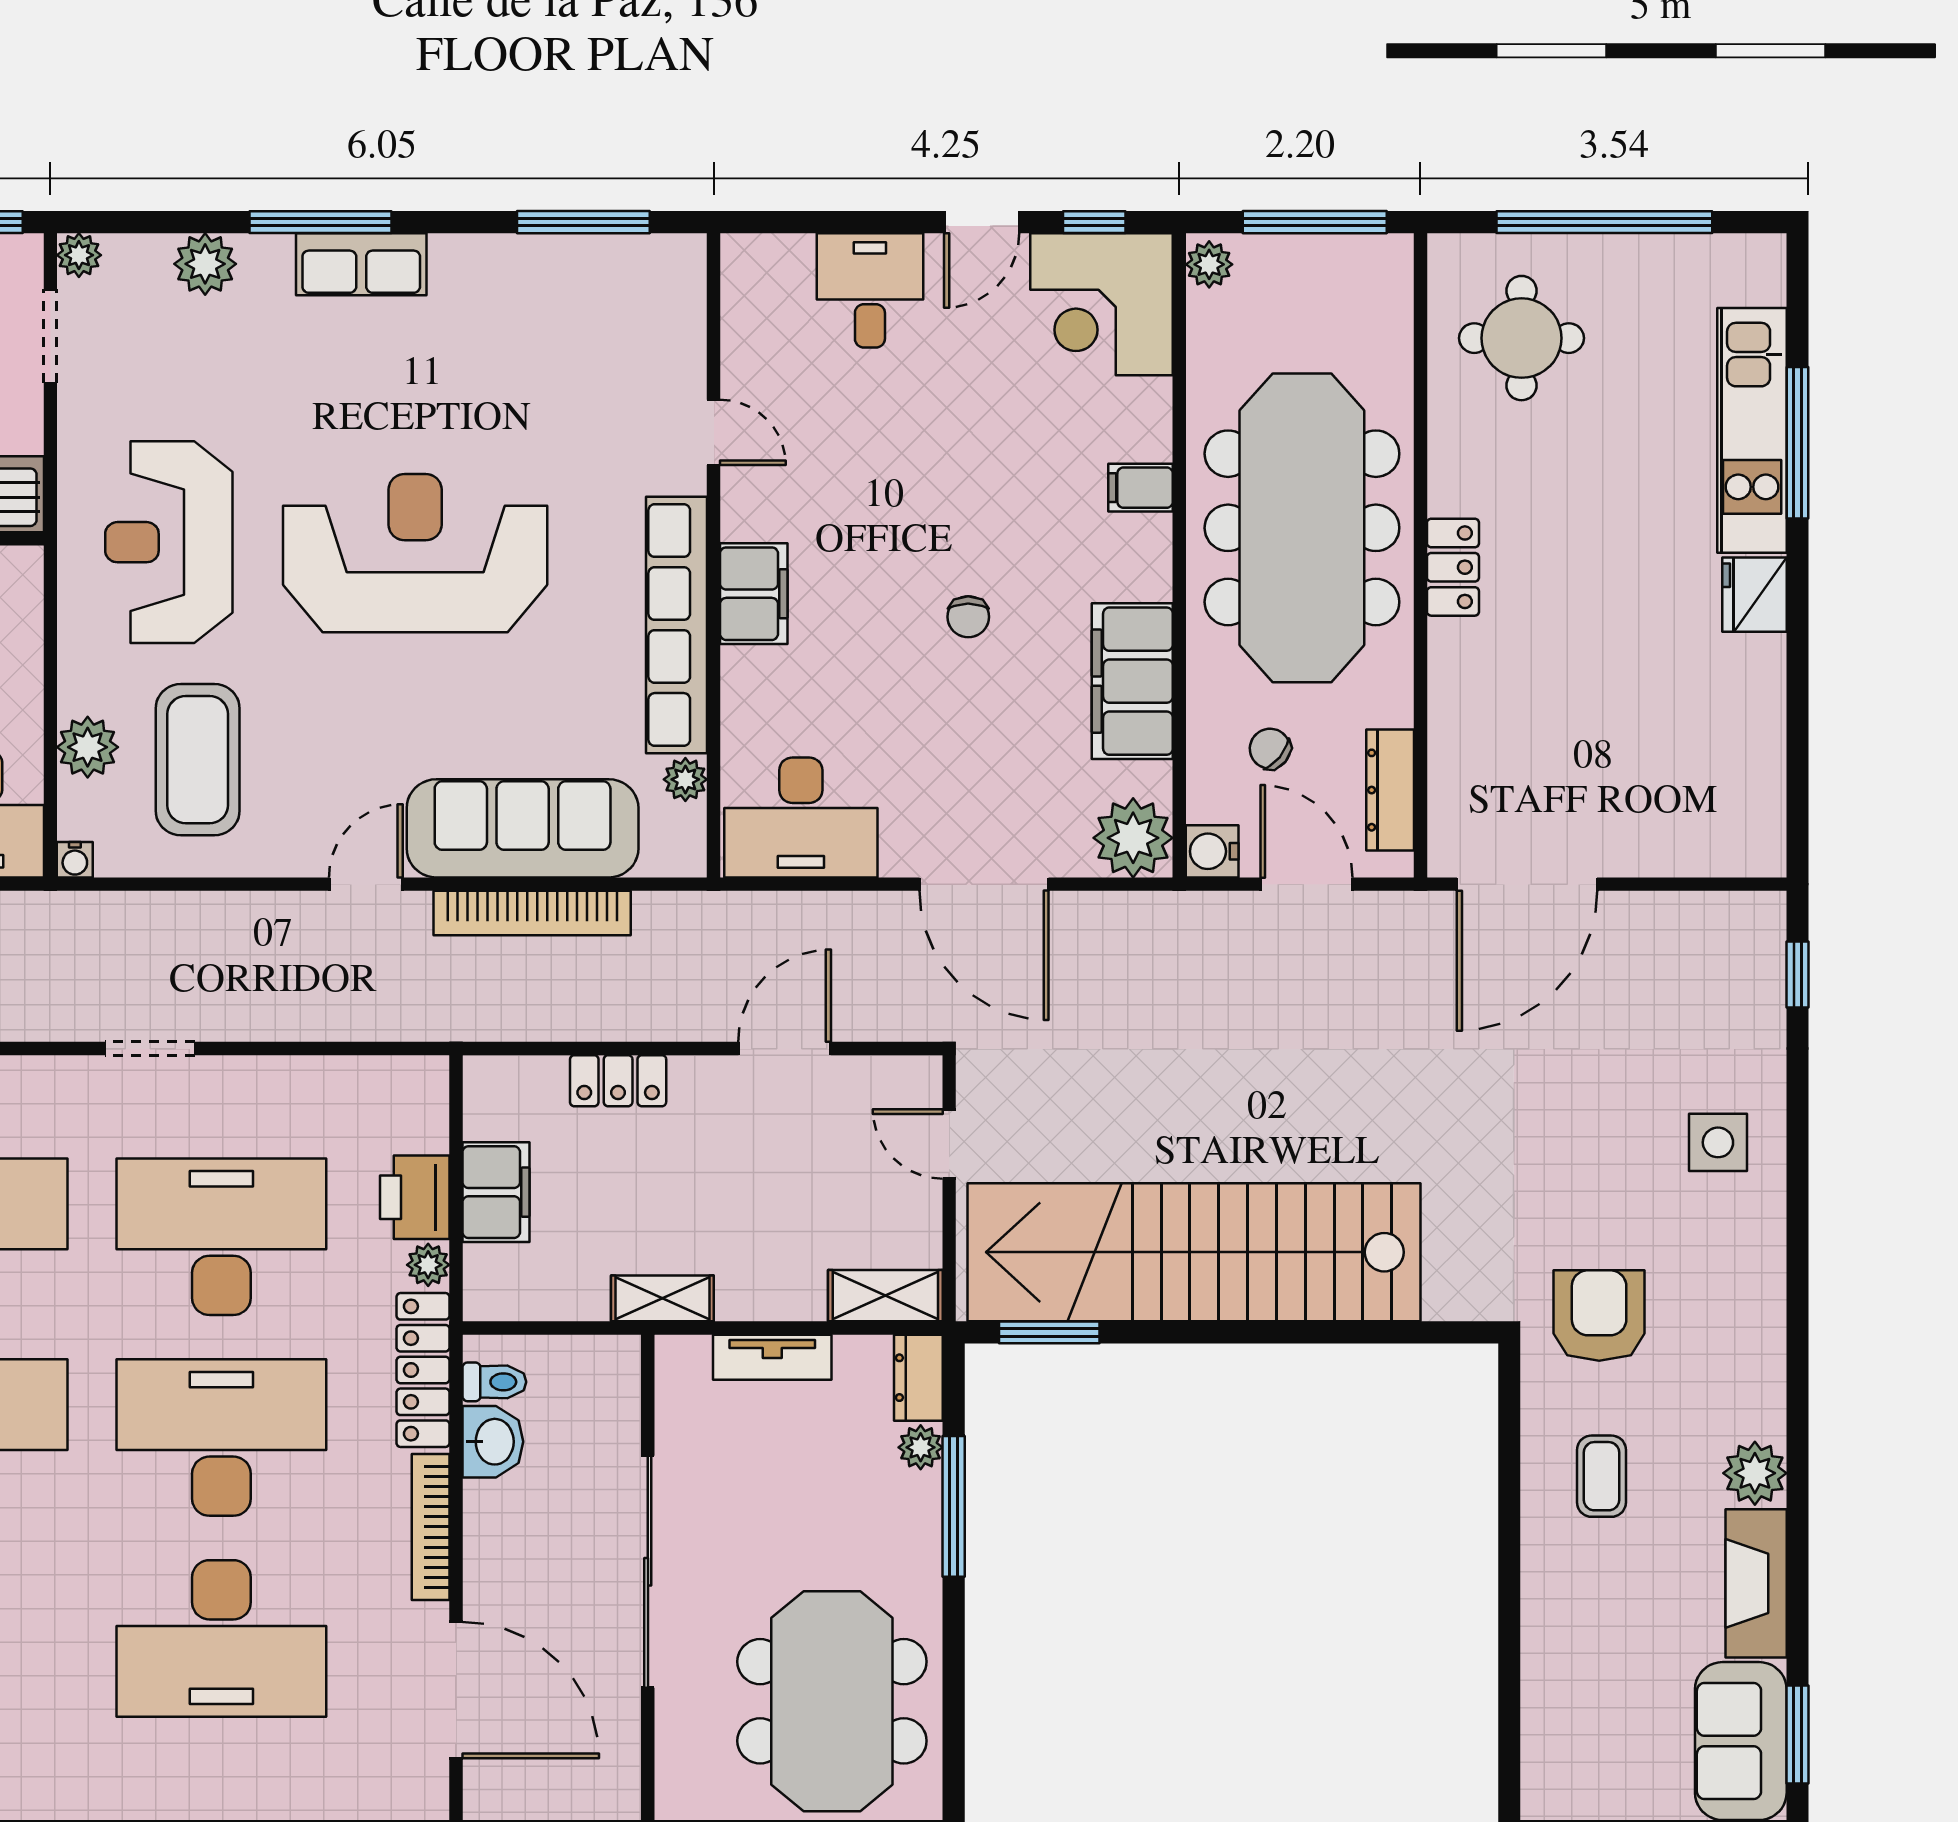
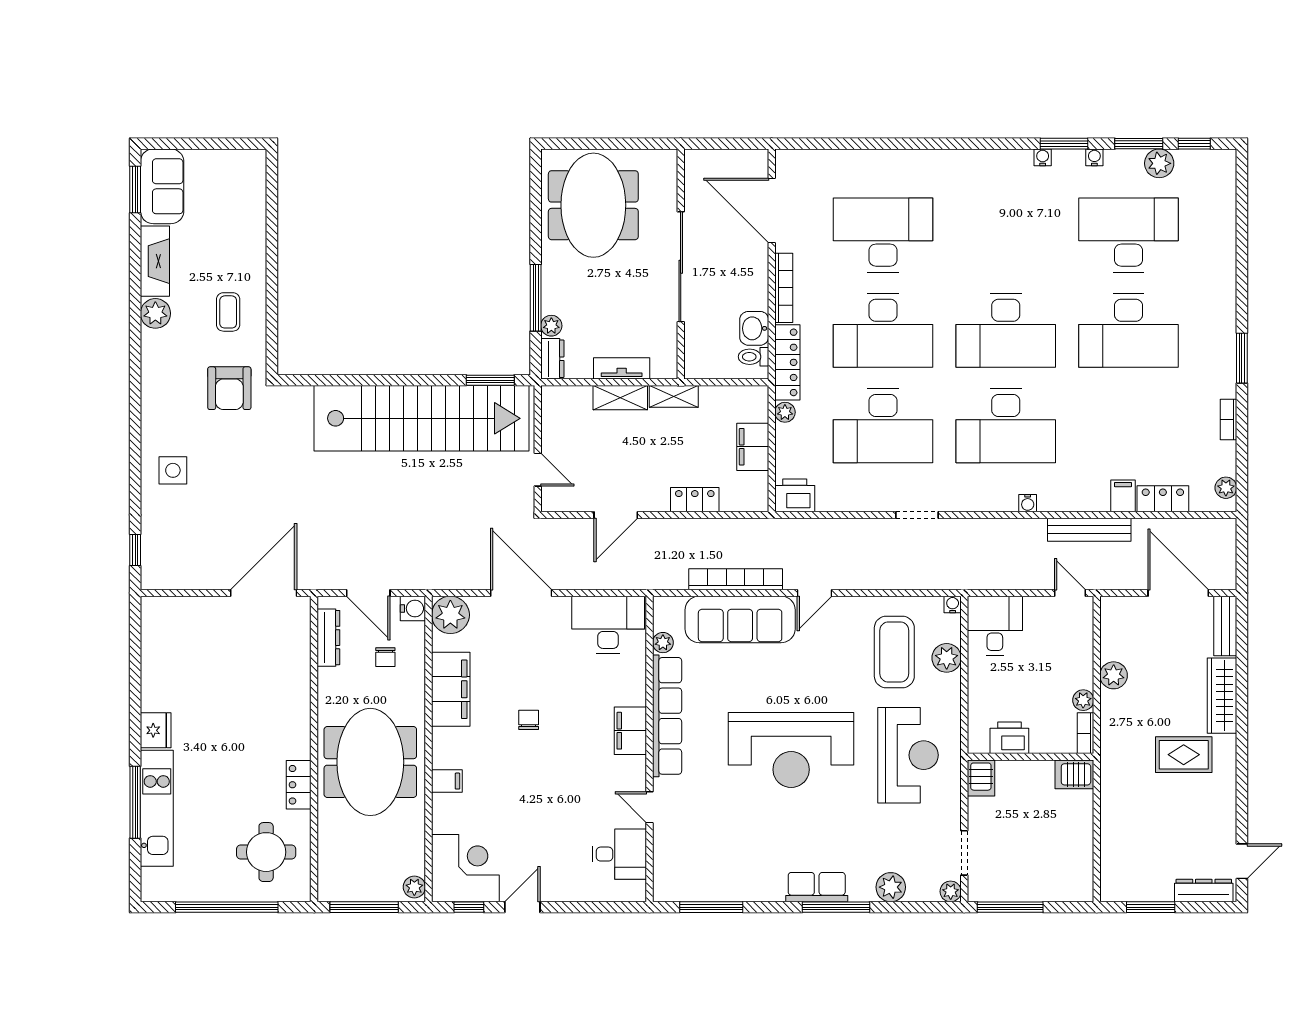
desk: (870, 290) -> (619, 854), moved, turned -90
meeting table: (1302, 528) -> (370, 762), width x0.73
locker: (1453, 567) -> (299, 785), moved
chair: (1270, 749) -> (385, 657), turned 51
printer: (415, 1197) -> (795, 495), moved, turned -90
shelving: (885, 1296) -> (620, 398), moved

